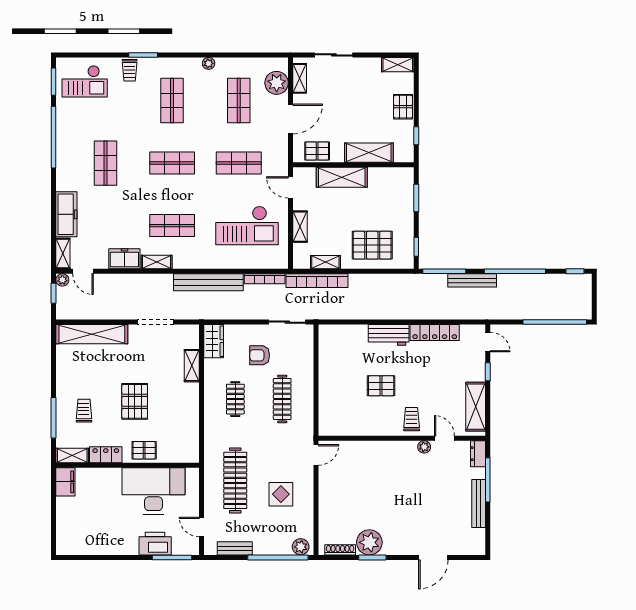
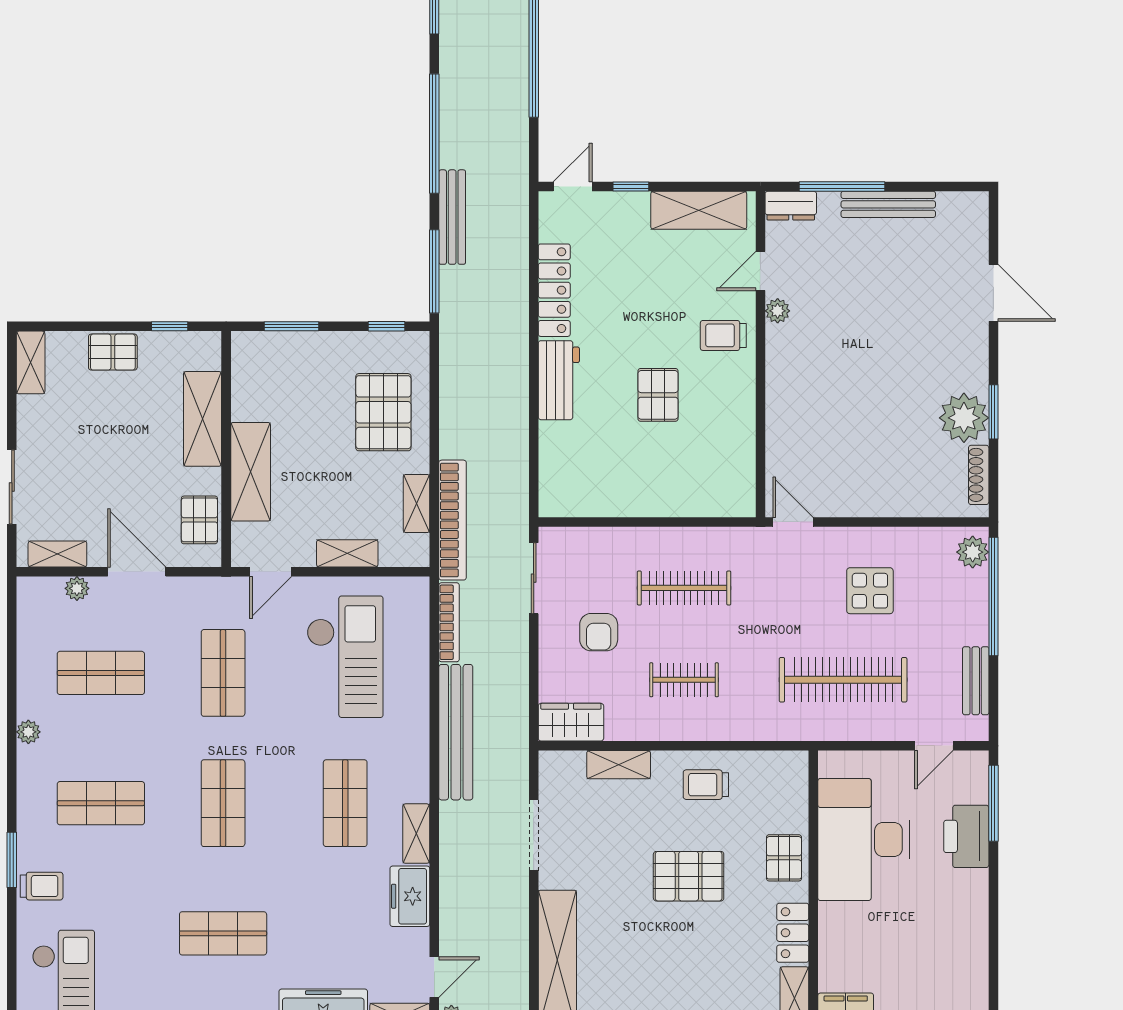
plant: (277, 83) -> (77, 588), width x0.53, depth x0.53
trolley: (84, 411) -> (706, 785), moved

